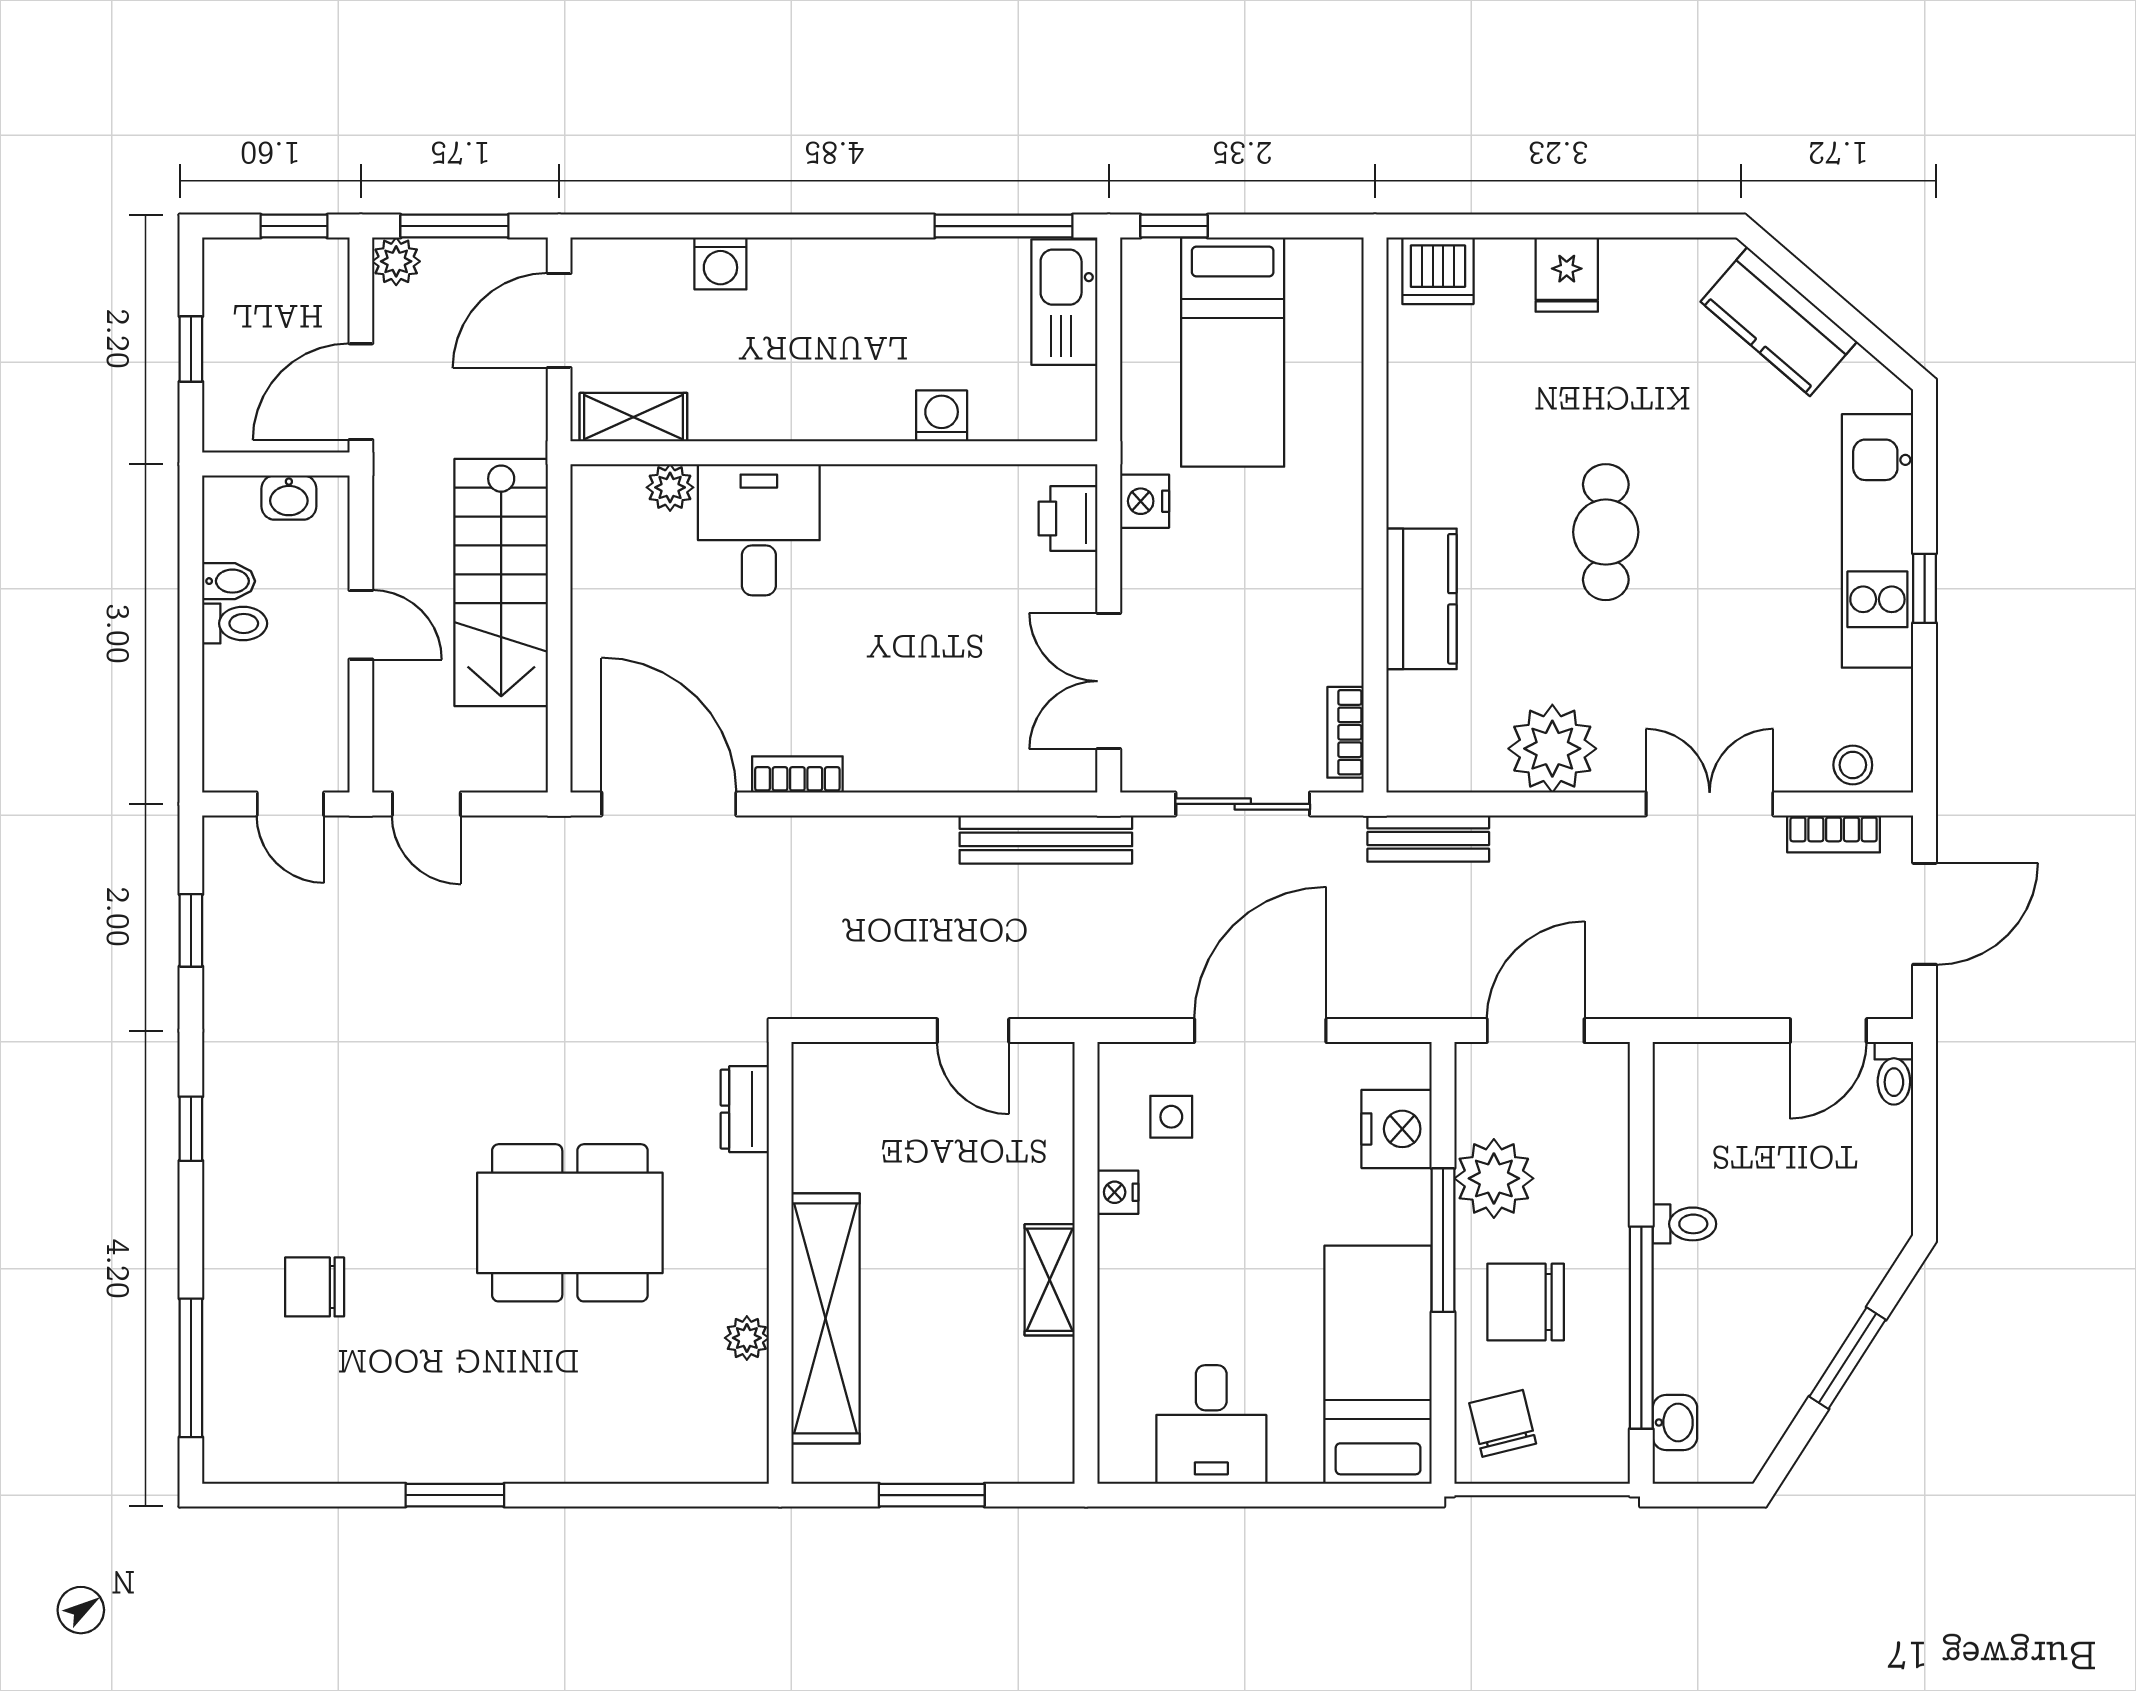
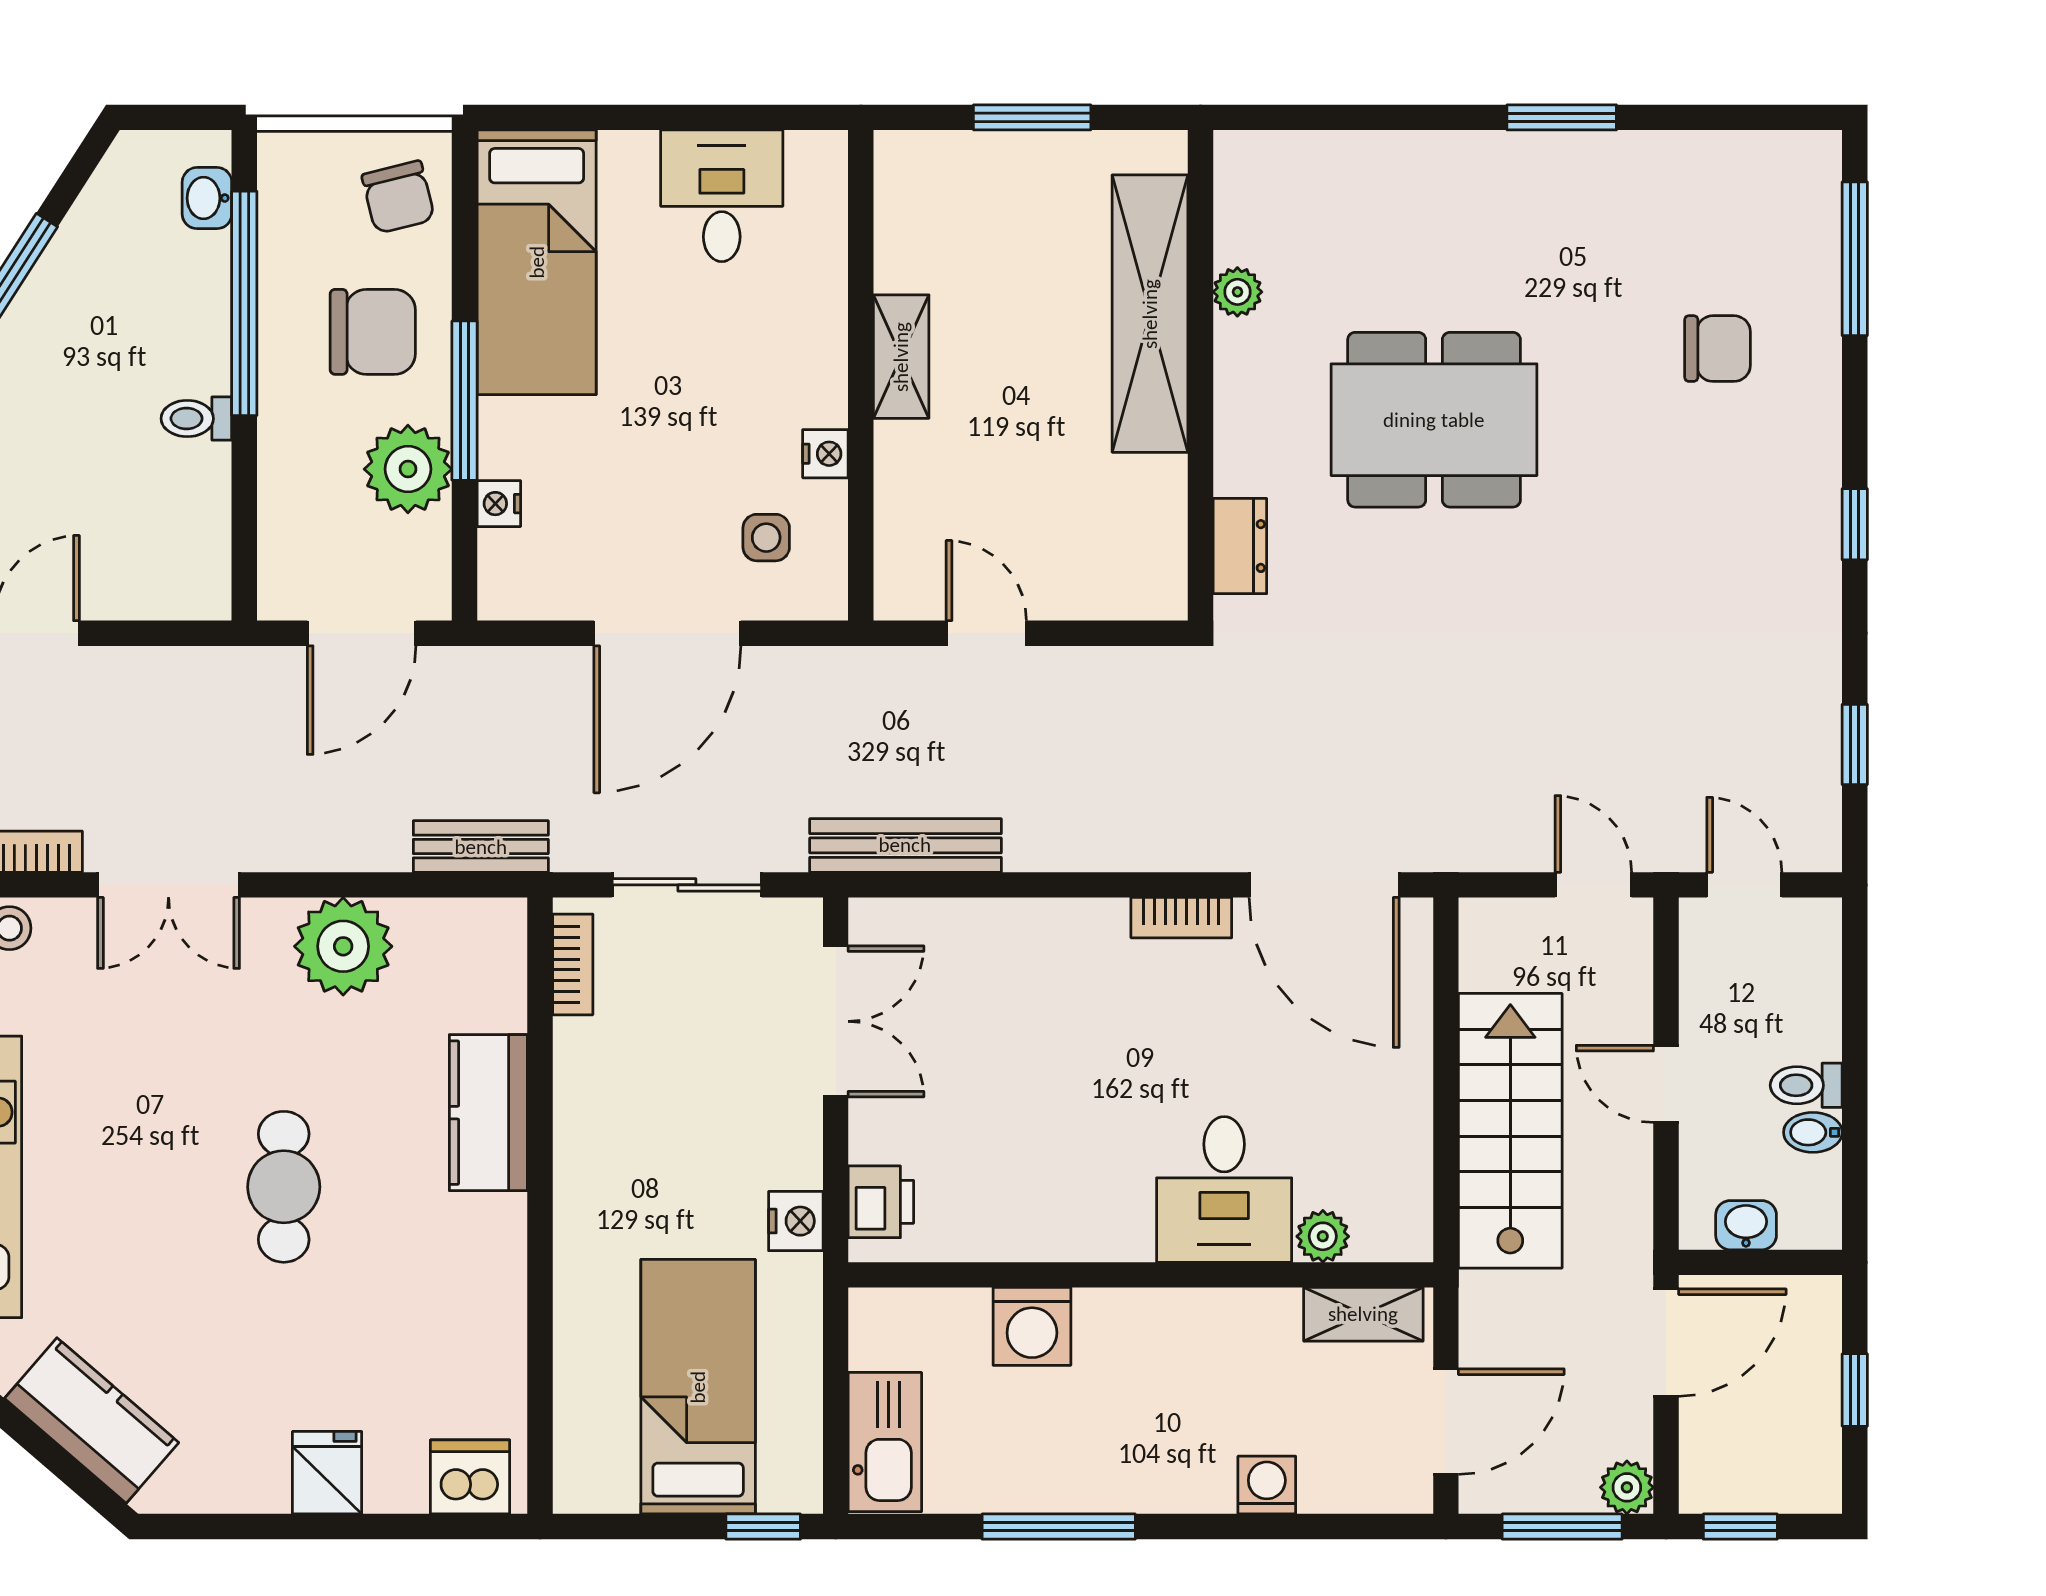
window: (1004, 226) -> (1059, 1527), moved
washing machine: (942, 416) -> (1032, 1326), width x1.38, depth x1.38
nightstand: (1397, 1129) -> (499, 504), width x0.53, depth x0.56

